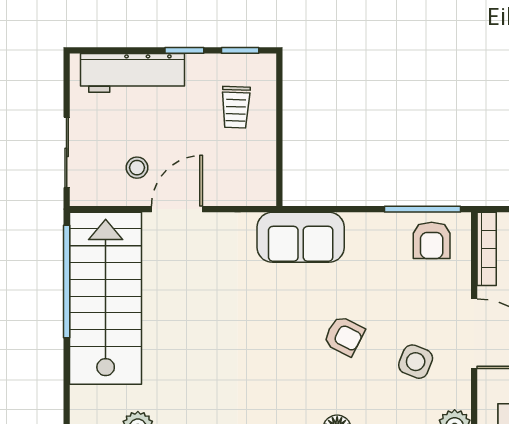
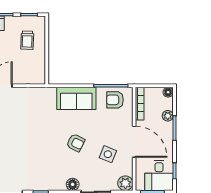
sofa: (301, 237) -> (76, 98), moved
armchair: (432, 240) -> (115, 100), turned 90

